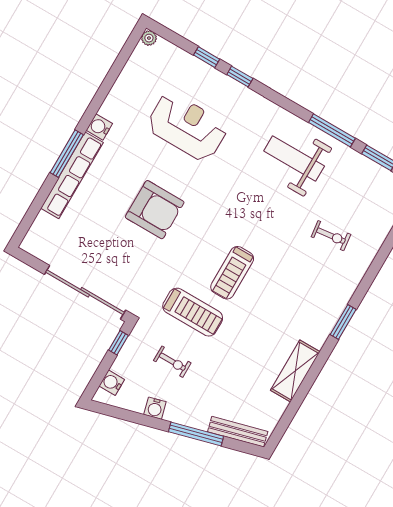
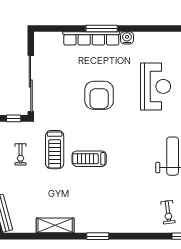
exercise bike: (331, 236) -> (168, 212), moved

